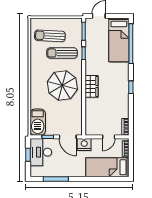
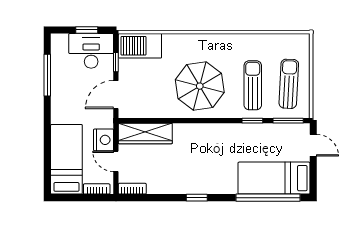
sun lounger: (50, 36) -> (289, 84), moved
wardrobe: (91, 86) -> (145, 133), moved, width x1.50
nightstand: (84, 145) -> (104, 140), moved

